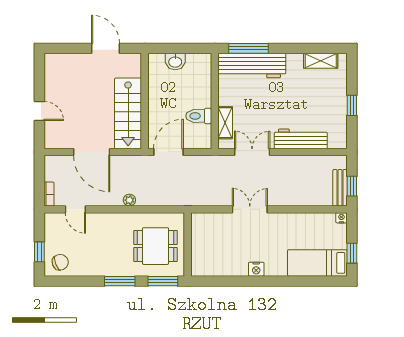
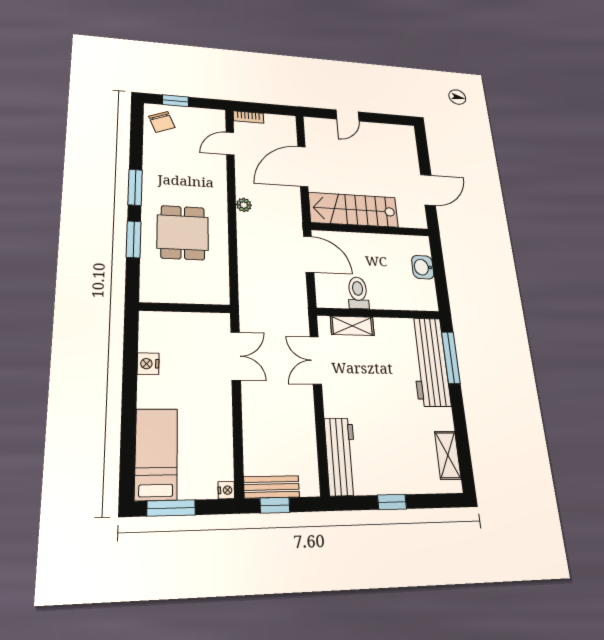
workbench: (301, 139) -> (341, 457), moved
double door: (252, 152) -> (316, 360), swing flipped
wall: (188, 244) -> (185, 308), moved
window: (352, 253) -> (171, 508), width x1.50

